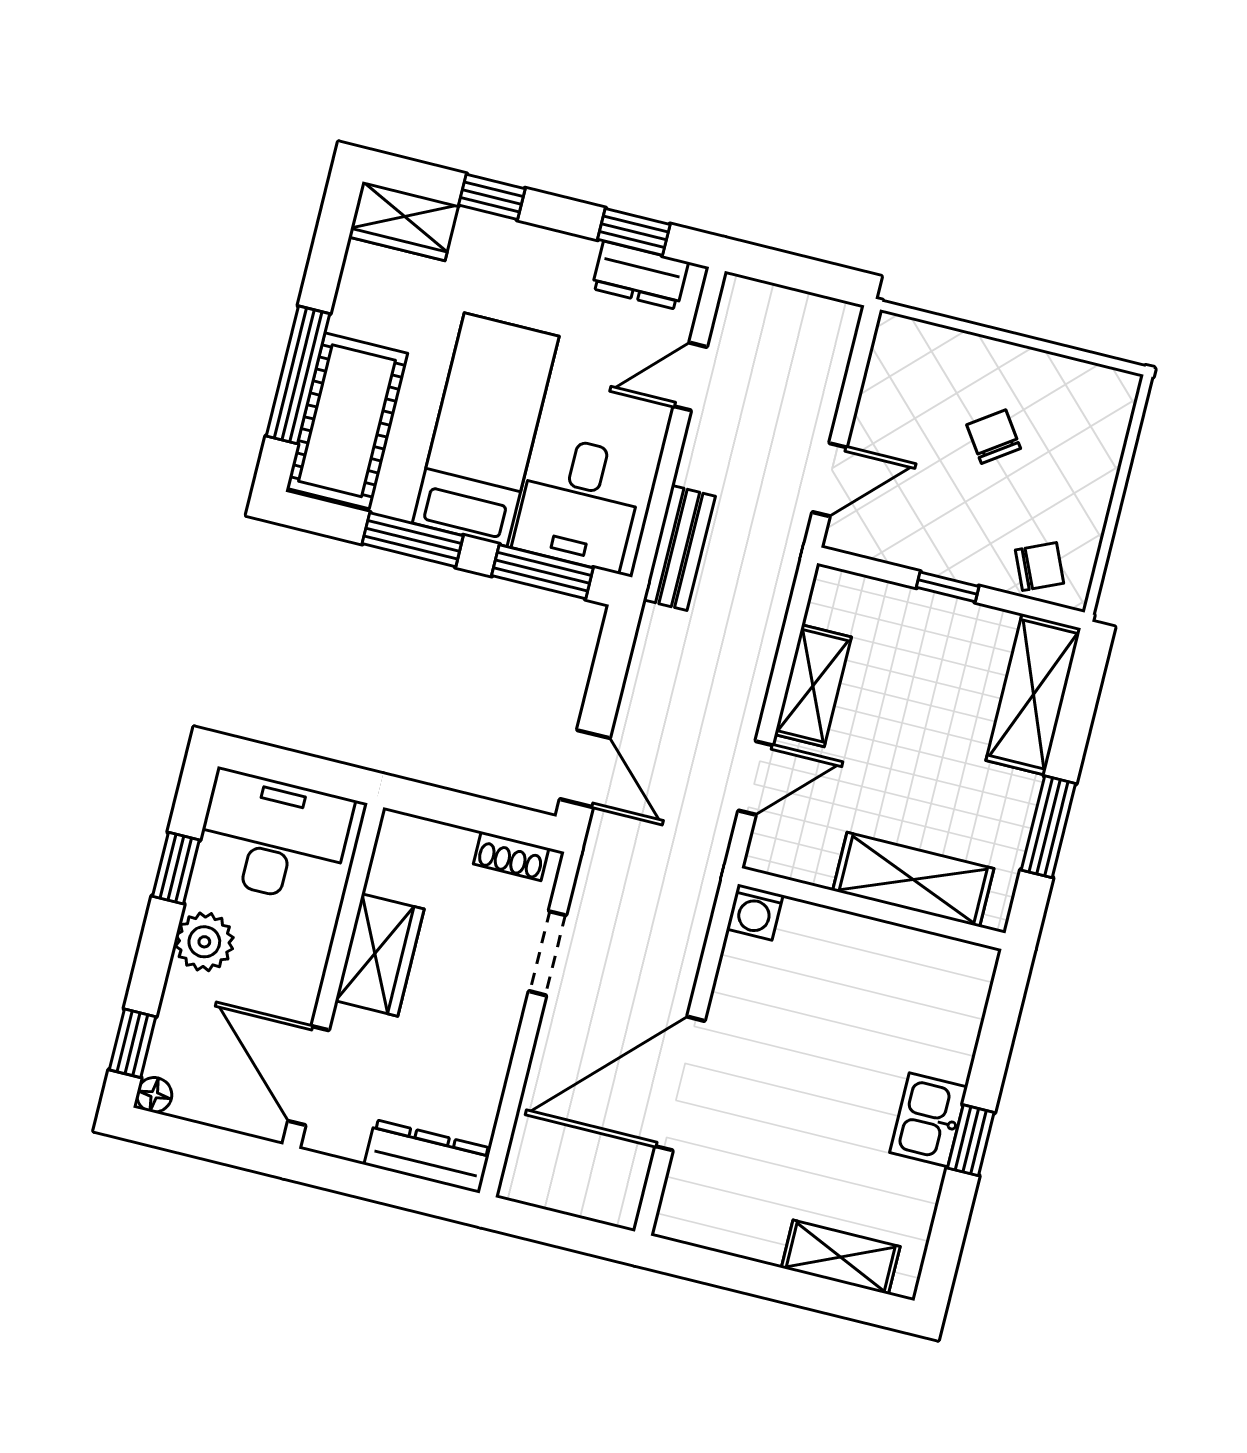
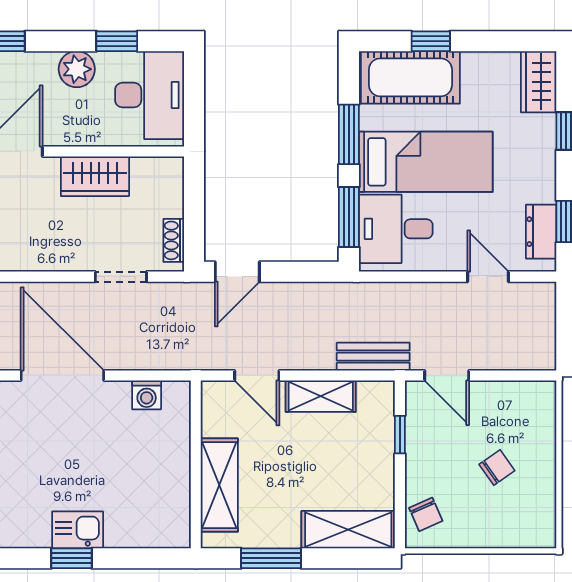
window: (298, 375) -> (431, 41), width x0.46
bench: (679, 548) -> (373, 357), moved
window: (948, 587) -> (400, 435), moved
washing machine: (755, 912) -> (147, 395), moved, turned -90

